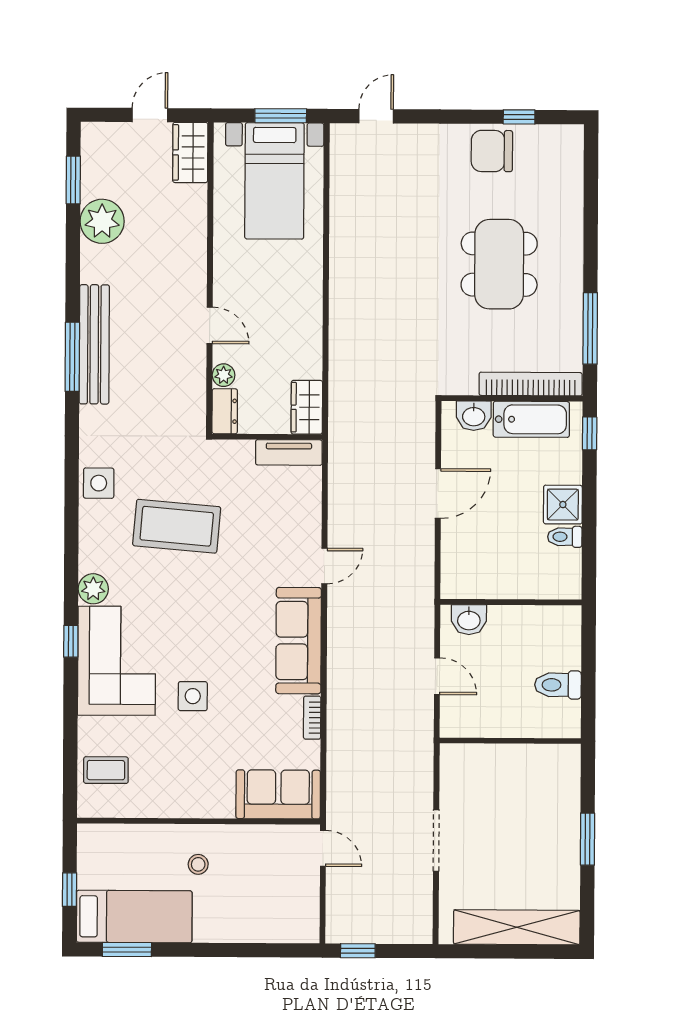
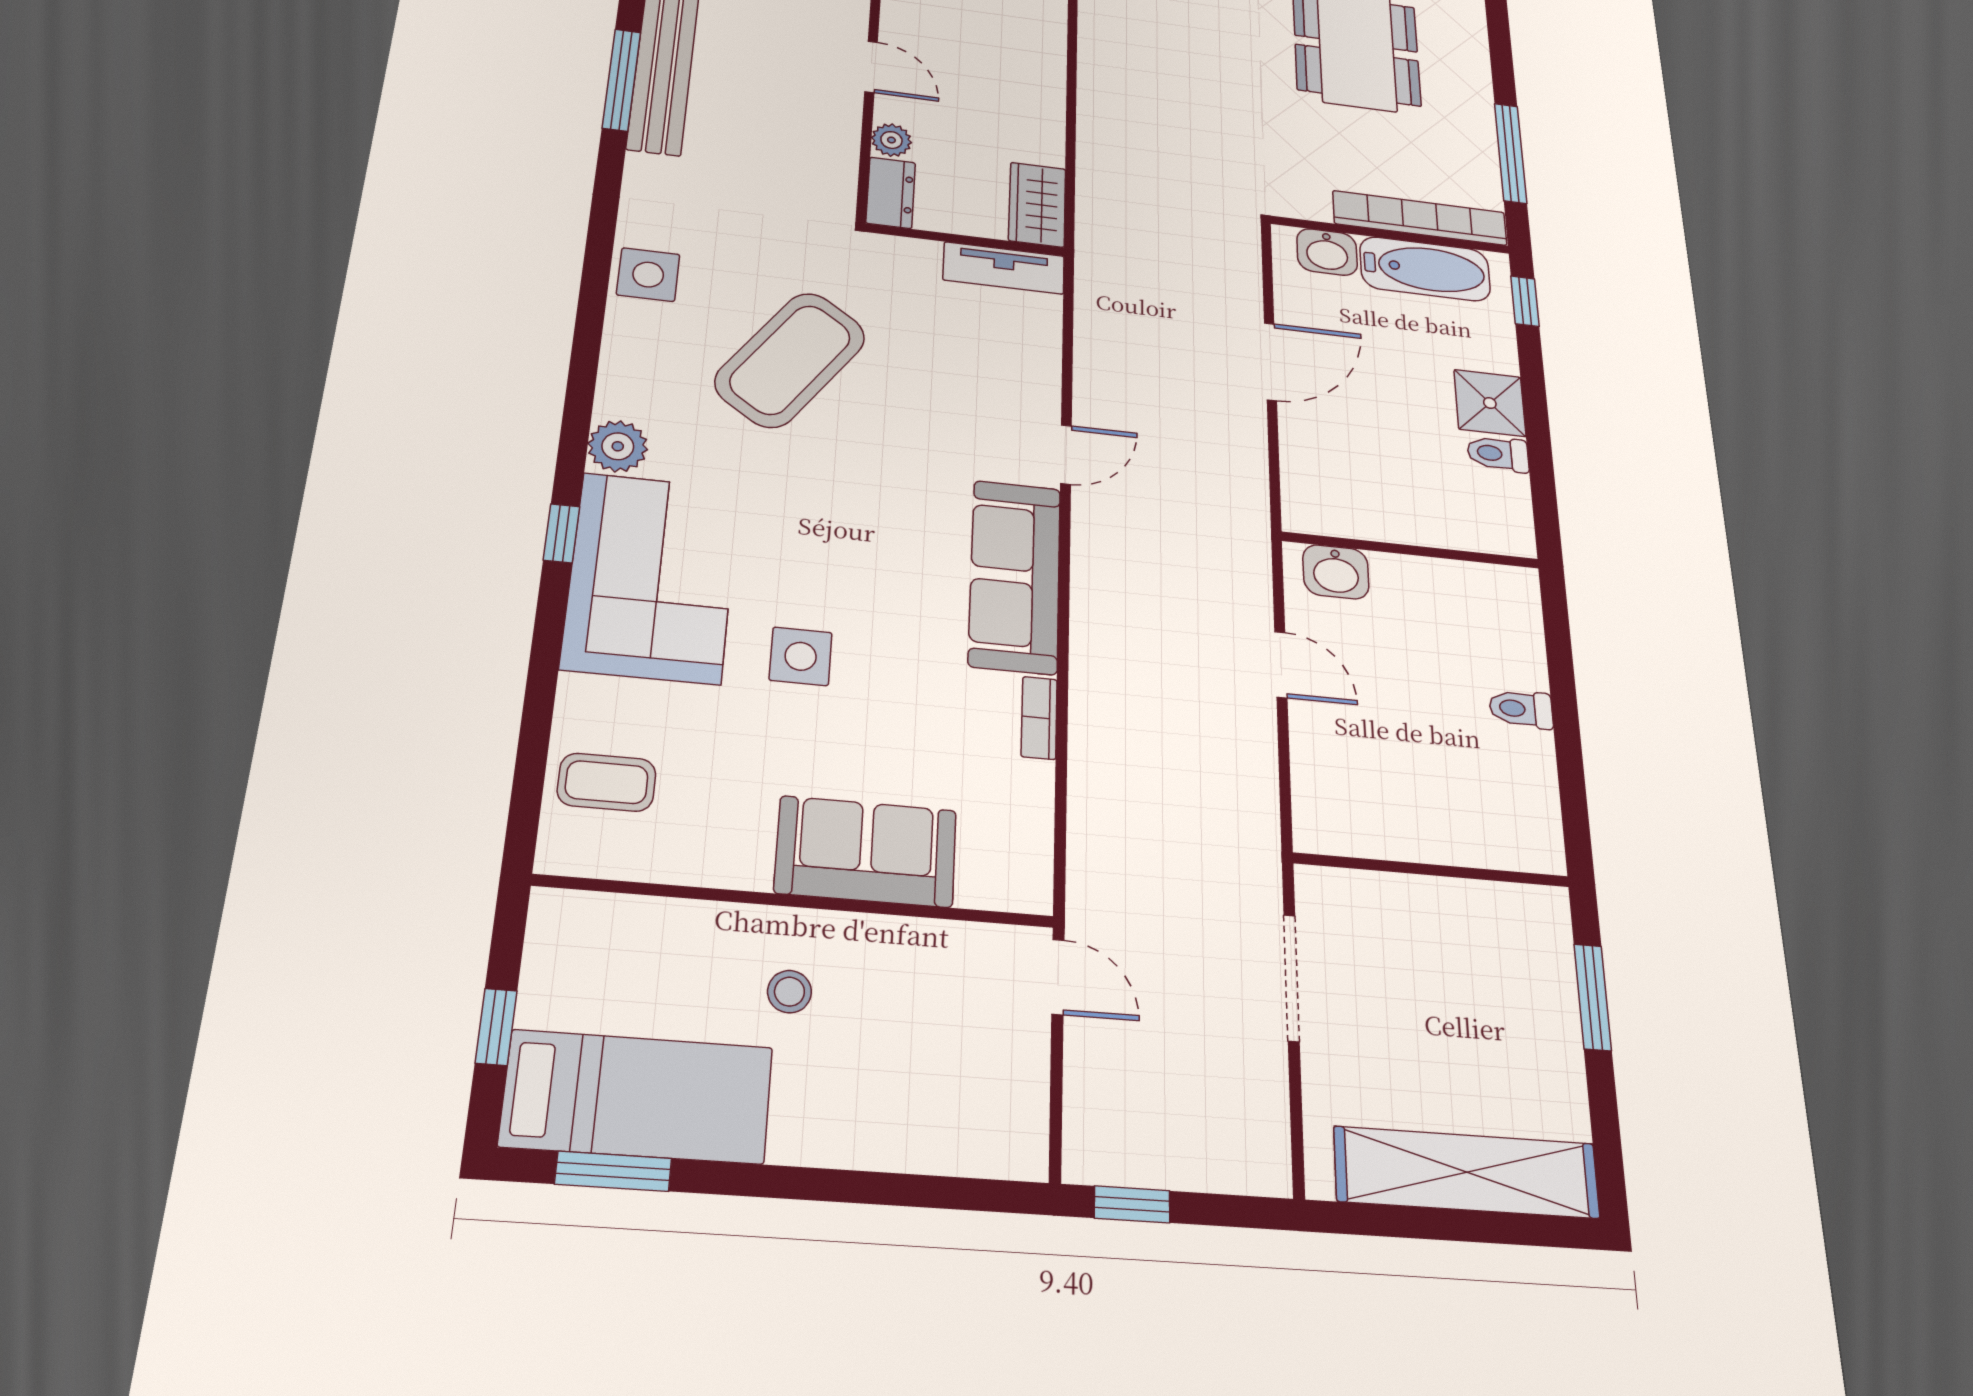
coffee table: (177, 526) -> (790, 360), turned -60
toilet: (558, 685) -> (1521, 709), width x0.73, depth x0.72
wall: (510, 741) -> (1432, 870), moved
sofa: (278, 794) -> (866, 851), moved

